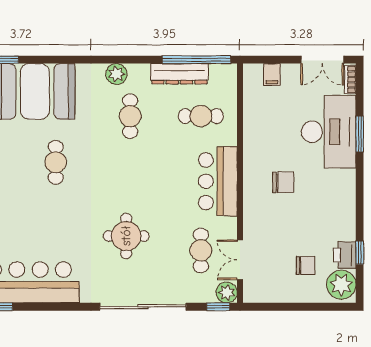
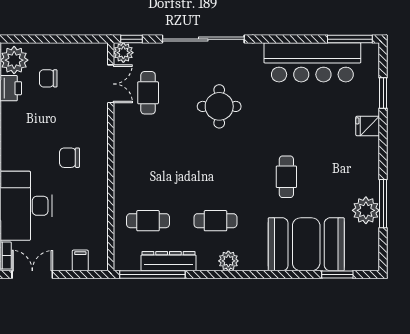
cafe table: (130, 116) -> (215, 221), turned 90
bar counter: (218, 181) -> (132, 159), removed

